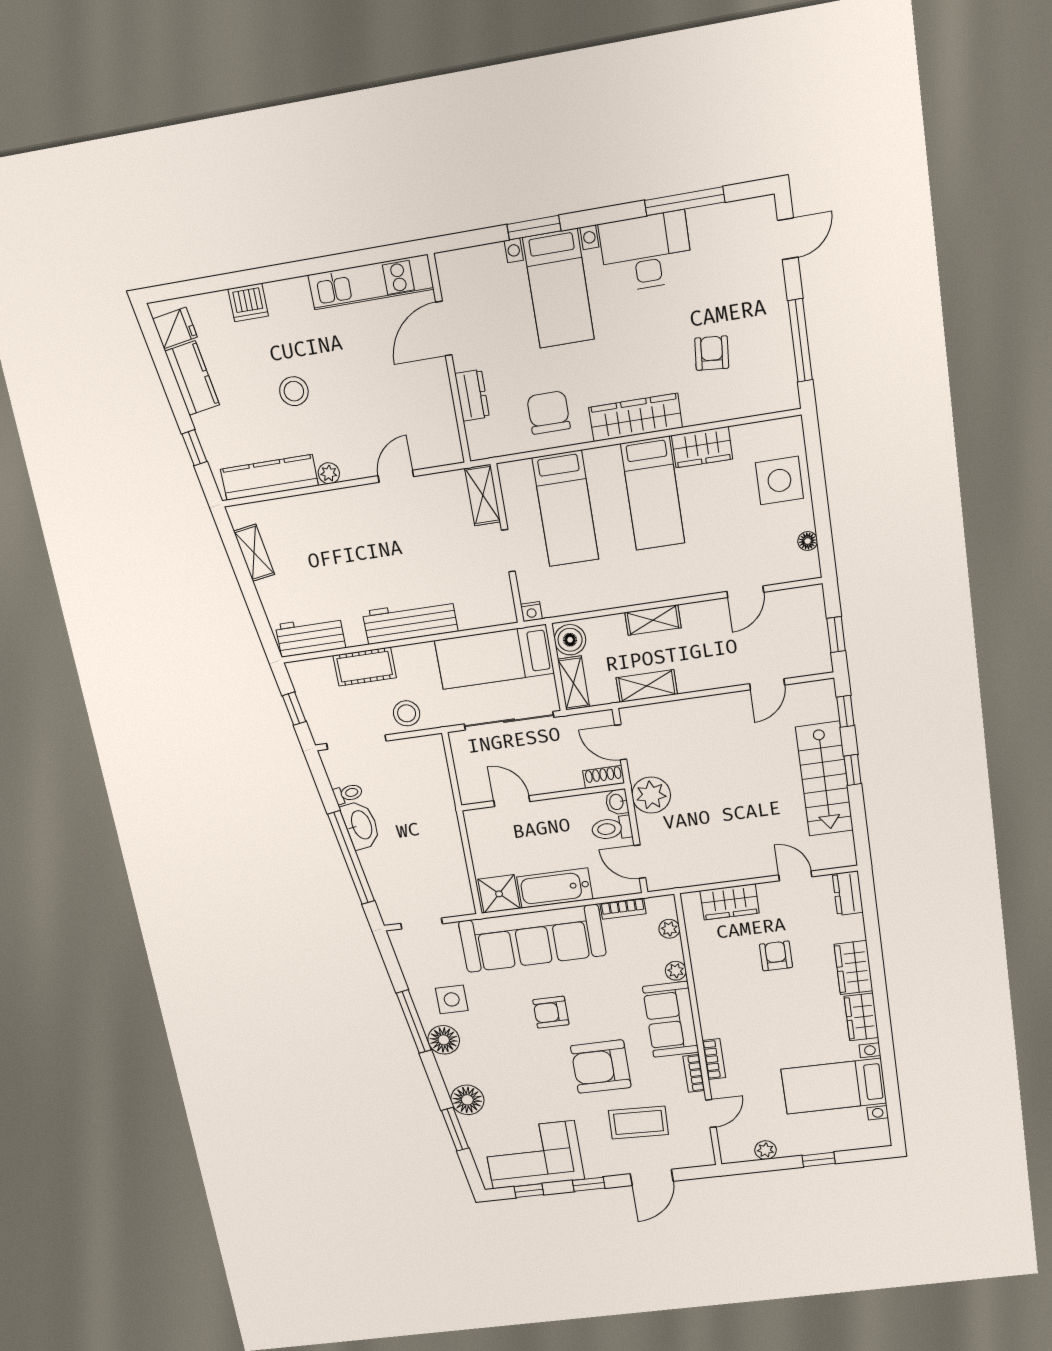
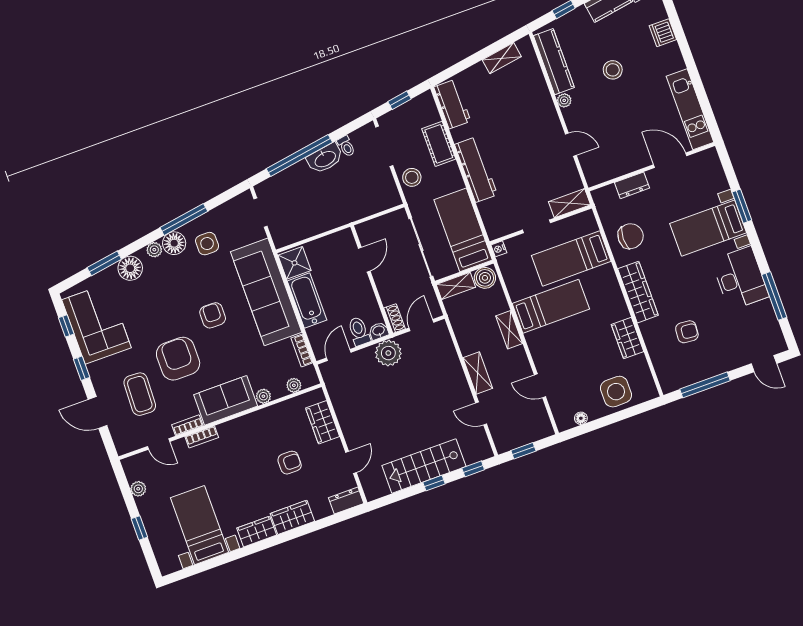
bed: (653, 493) -> (551, 306), moved, turned 180
shelving: (647, 686) -> (478, 373), moved
plant: (448, 1066) -> (154, 250), added

